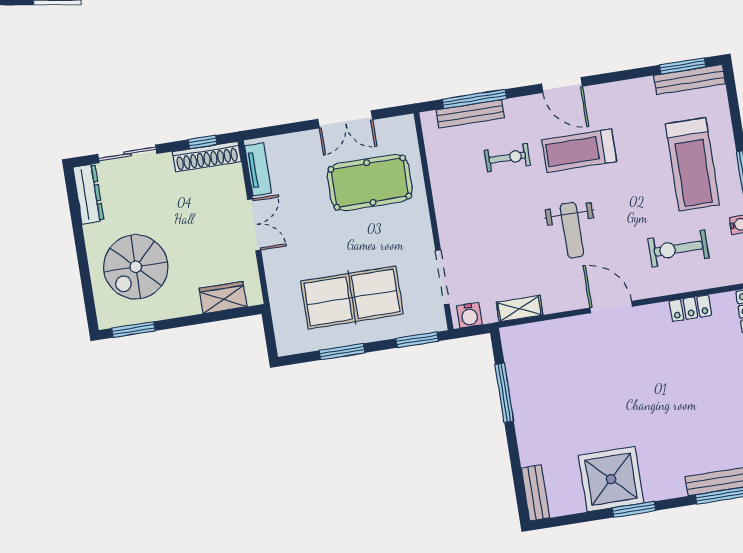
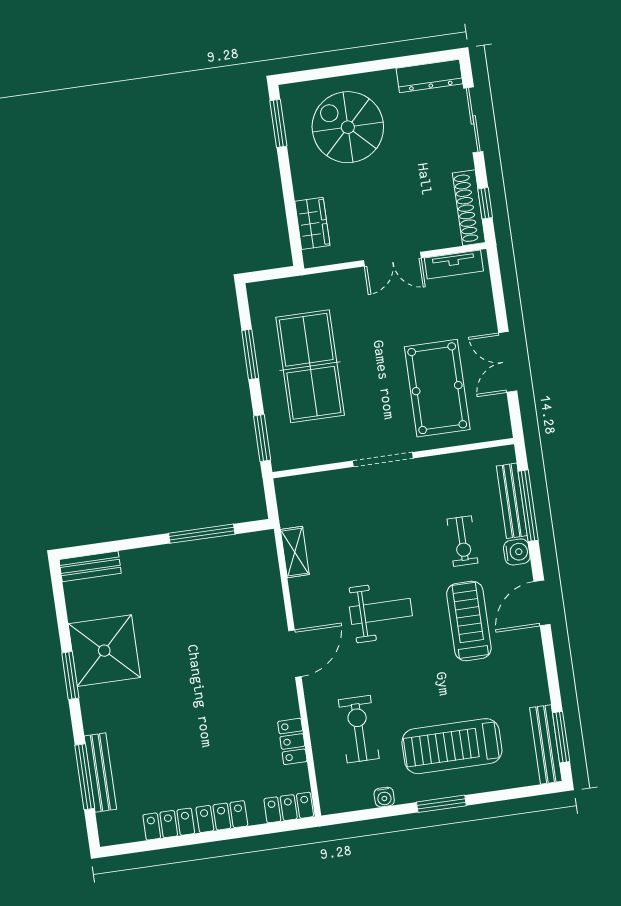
weight bench: (572, 230) -> (381, 611), turned 180
doorway: (442, 277) -> (383, 460), moved
water cooler: (469, 315) -> (517, 552), moved, turned 180

